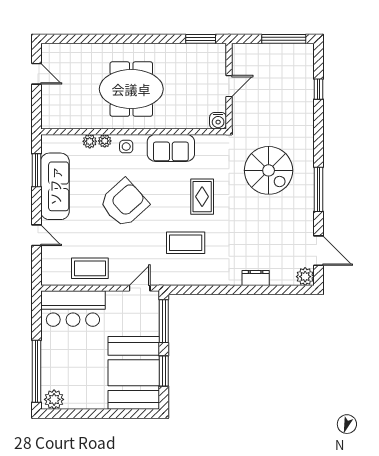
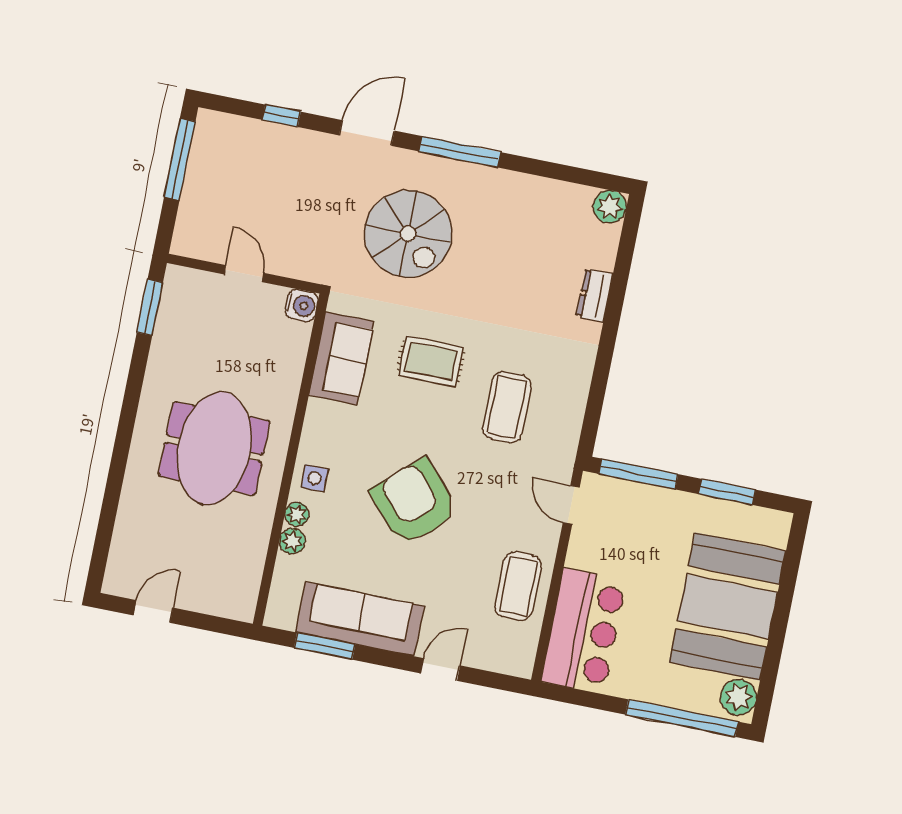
sofa: (171, 148) -> (341, 358), moved
spiral stairs: (269, 170) -> (408, 234), turned 90
door: (318, 251) -> (367, 133), moved
booth: (134, 373) -> (728, 607), moved, turned 90

